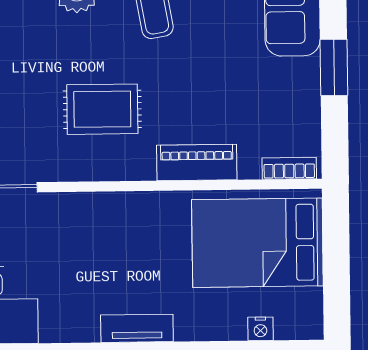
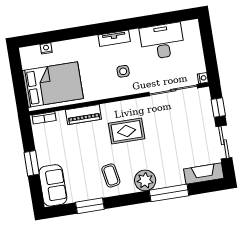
side table: (90, 249) -> (123, 71), added
tv unit: (137, 328) -> (114, 38), moved

